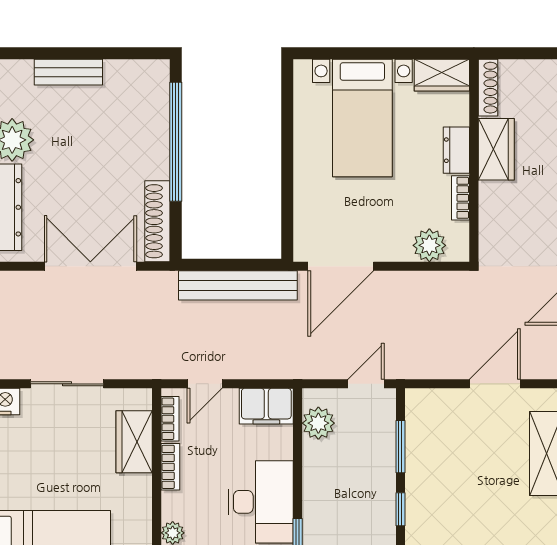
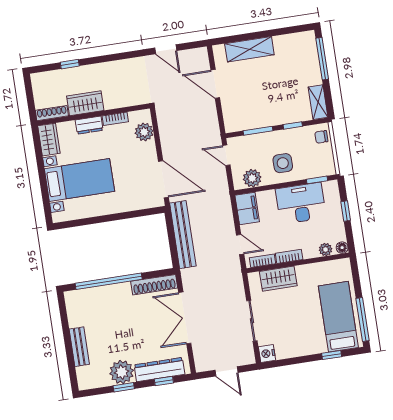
side table: (337, 481) -> (283, 163), added

